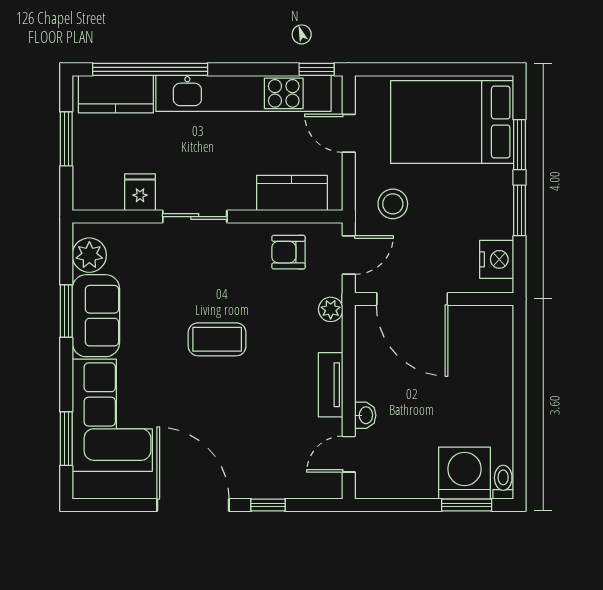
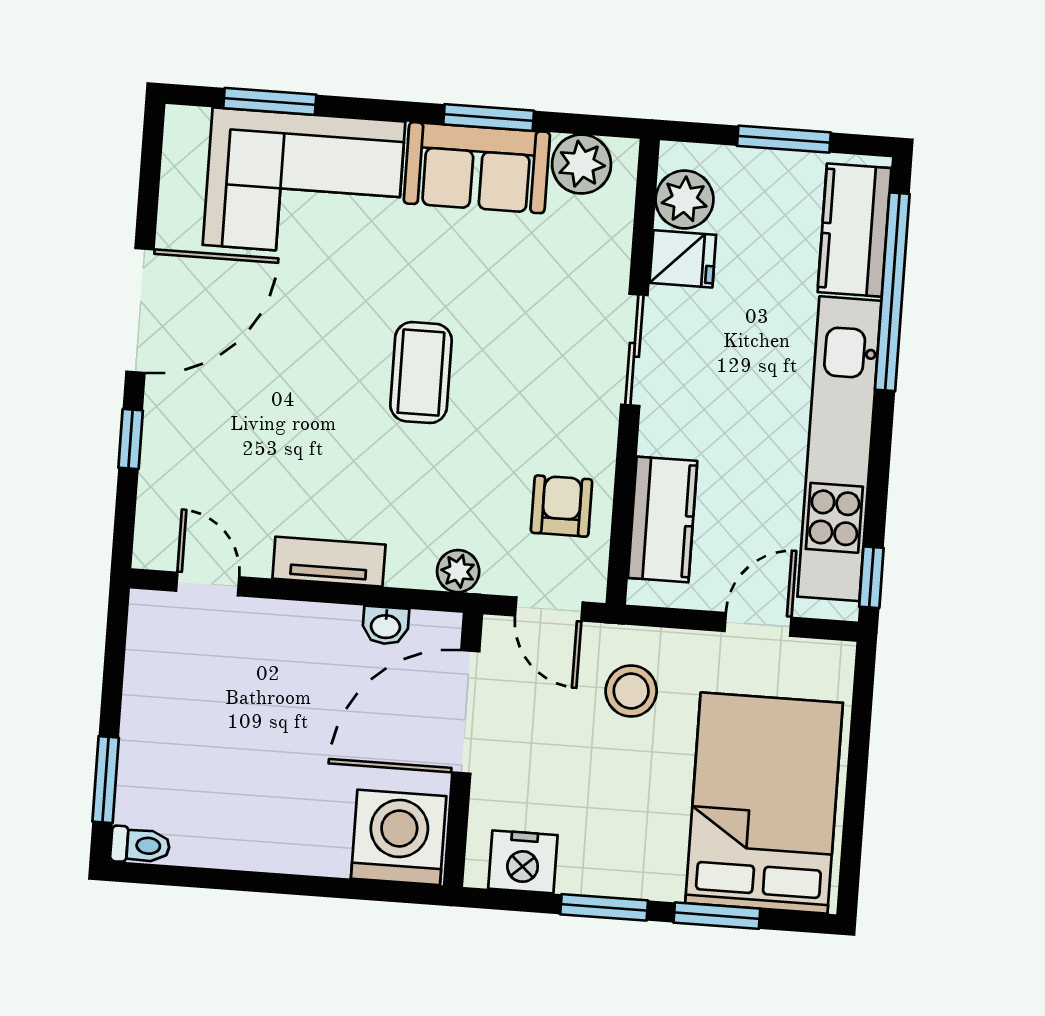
plant: (105, 194) -> (685, 199), added
washbasin: (365, 415) -> (386, 625), moved
washing machine: (464, 473) -> (399, 837), moved, turned -90

